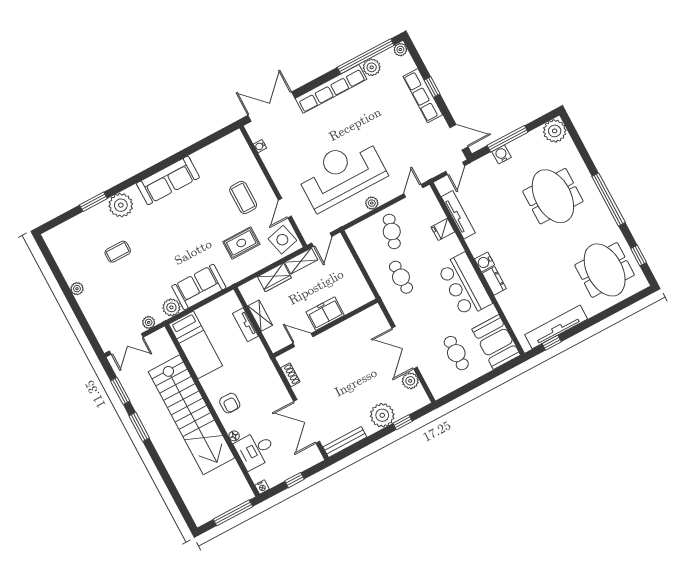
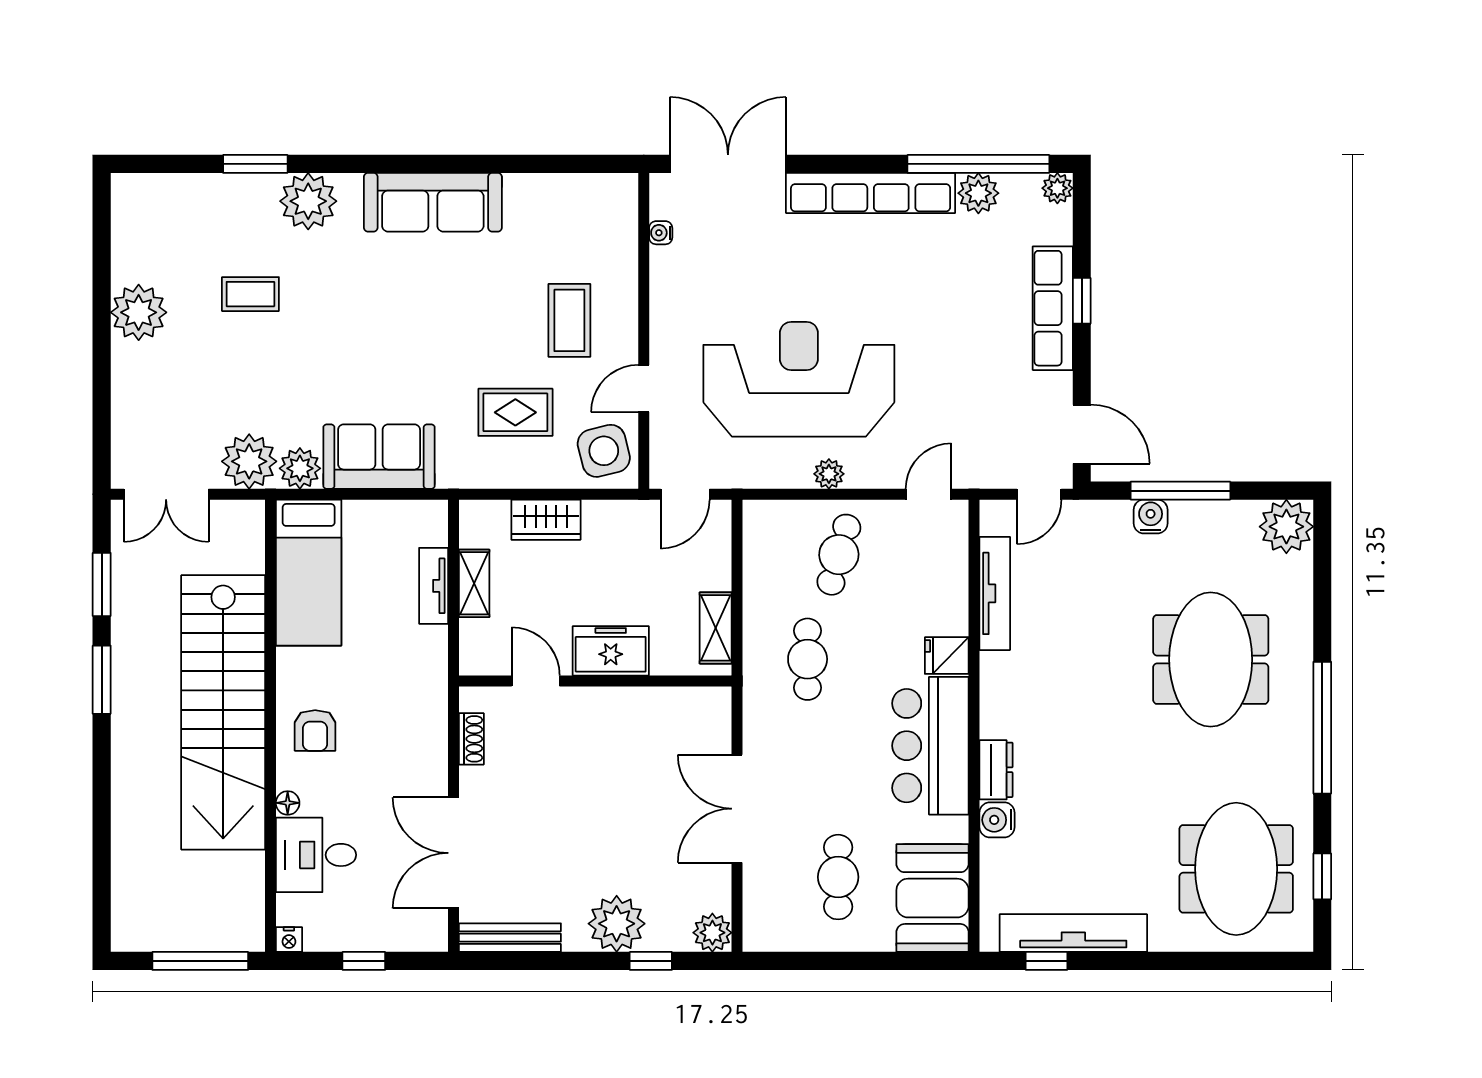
fridge: (443, 229) -> (947, 656), moved
shelving: (301, 261) -> (716, 628), moved, turned 90
water cooler: (485, 262) -> (997, 820), moved
plant: (77, 289) -> (139, 312), width x1.88, depth x1.88
plant: (149, 322) -> (249, 461), width x1.87, depth x1.87
plant: (410, 381) -> (712, 933), moved

